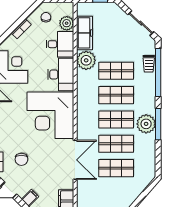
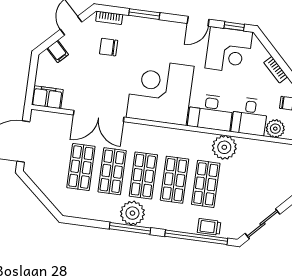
freezer: (85, 33) -> (260, 150), removed

